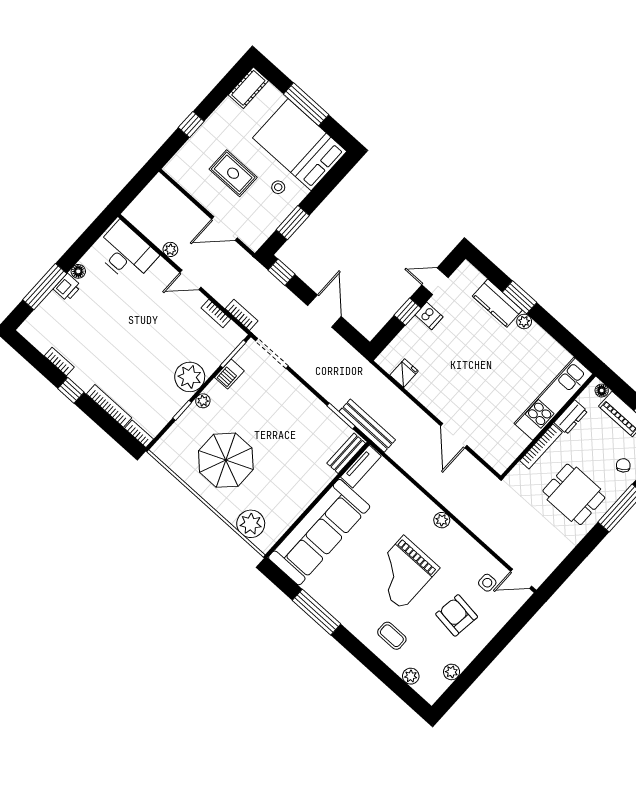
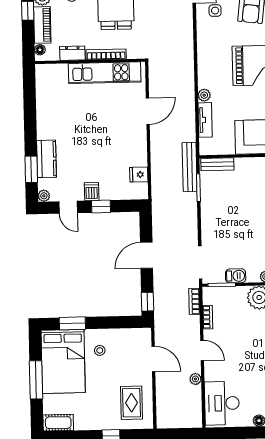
rug: (233, 173) -> (131, 403), moved
window: (293, 223) -> (72, 323), moved
window: (520, 297) -> (31, 169), moved
plant: (524, 321) -> (44, 196), moved
kitchen unit: (553, 399) -> (105, 73), moved
tv unit: (361, 467) -> (205, 120), moved, turned 90
plant: (442, 520) -> (204, 95), moved

